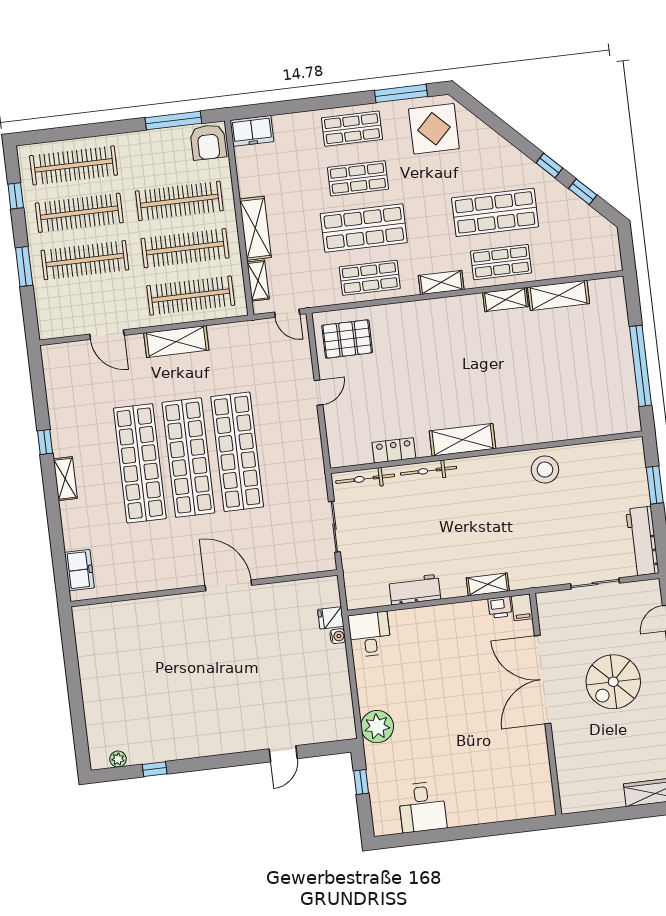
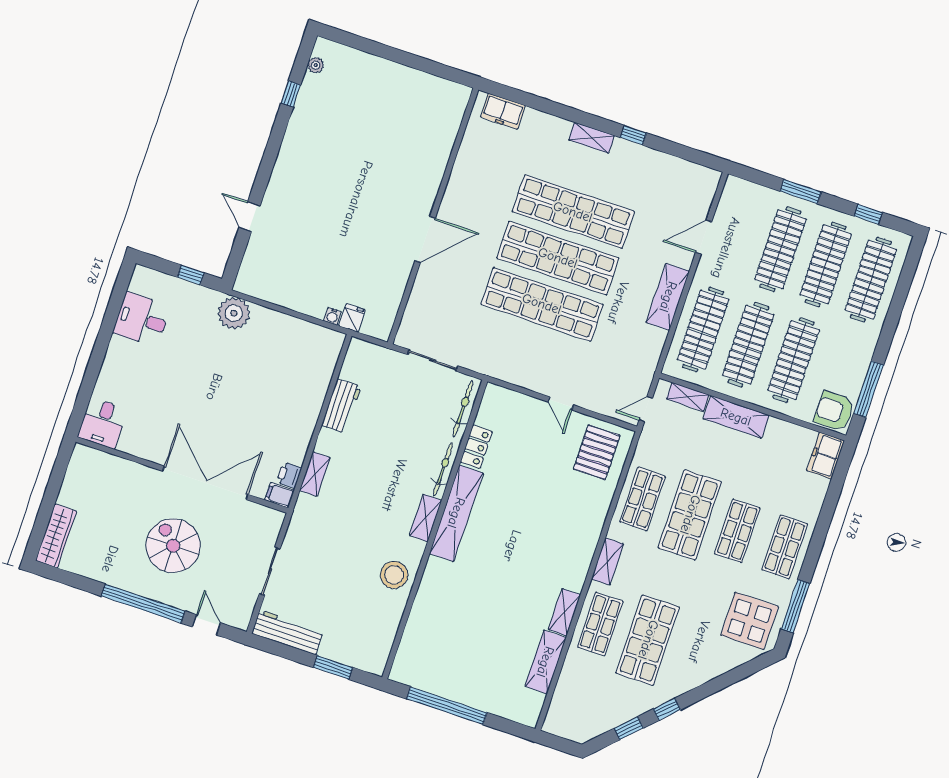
shelving: (462, 440) -> (456, 513), width x1.47
shelving: (480, 466) -> (426, 518), added
desk: (370, 634) -> (103, 423), moved, turned 90

